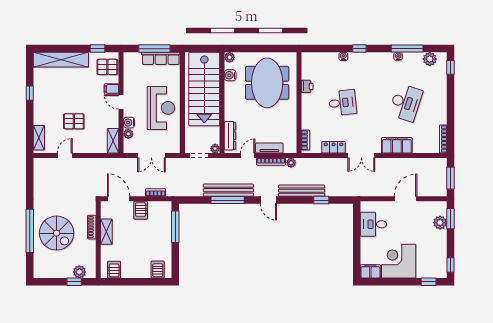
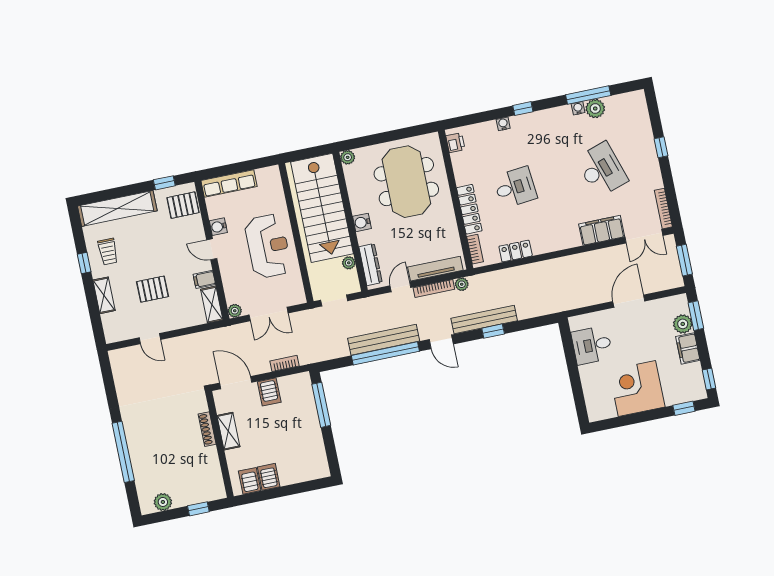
window: (154, 49) -> (242, 167), removed
row of seats: (161, 58) -> (229, 183), moved
plant: (430, 59) -> (595, 109), moved
window: (450, 67) -> (661, 147), moved
water cooler: (230, 75) -> (362, 222), moved
printer: (307, 86) -> (455, 143), moved
trolley: (48, 89) -> (108, 252), added
filing cabinet: (112, 89) -> (204, 279), moved
desk: (406, 103) -> (602, 169), turned -36
locker: (307, 111) -> (469, 209), added
water cooler: (129, 123) -> (218, 227), moved
plant: (128, 134) -> (235, 311), moved
shelving: (39, 138) -> (104, 295), moved
tv unit: (269, 148) -> (435, 269), width x1.41
plant: (215, 149) -> (349, 263), moved
door: (65, 156) -> (150, 339), swing flipped
double door: (361, 156) -> (644, 236), moved
window: (228, 200) -> (385, 353), width x1.46
window: (321, 200) -> (493, 331), moved
spiral stairs: (57, 233) -> (161, 447), removed
server rack: (158, 270) -> (269, 477), moved
filing cabinet: (370, 271) -> (688, 348), moved, turned -90
plant: (79, 272) -> (163, 502), moved

